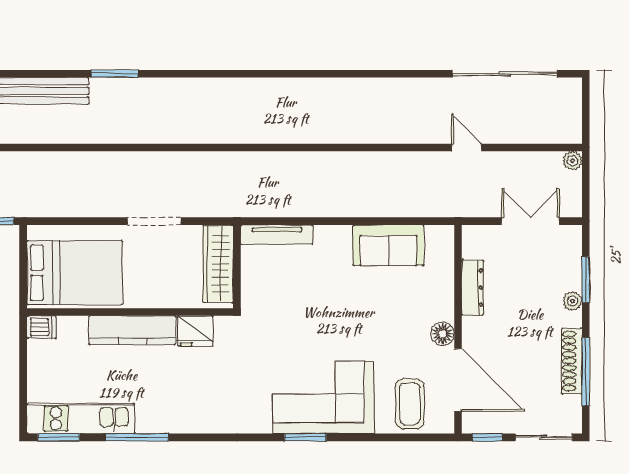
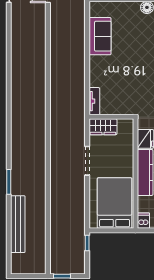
tv unit: (277, 235) -> (94, 101), width x0.71
wardrobe: (218, 264) -> (103, 127), width x0.67

